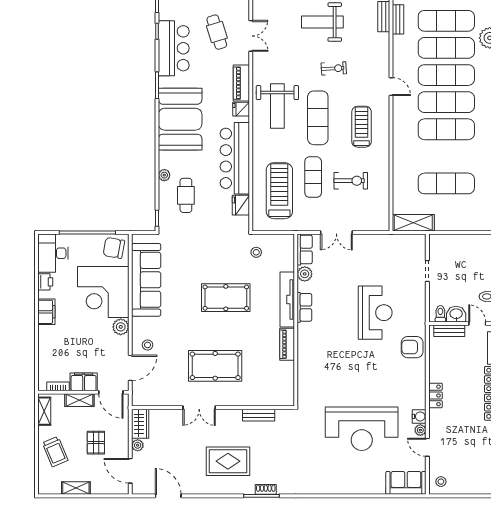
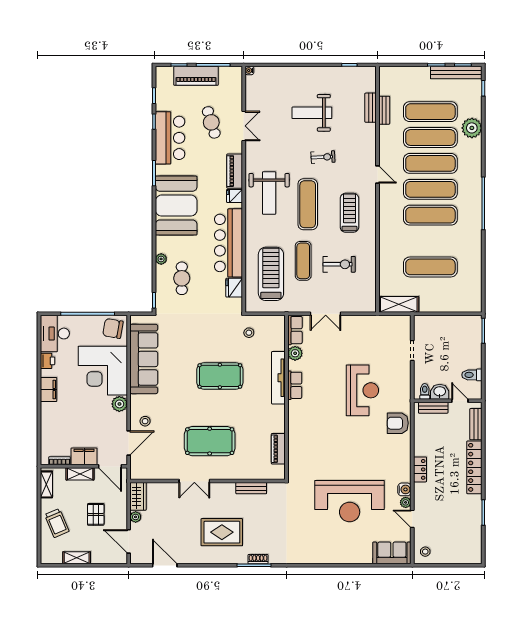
piano: (287, 344) -> (278, 449), moved

